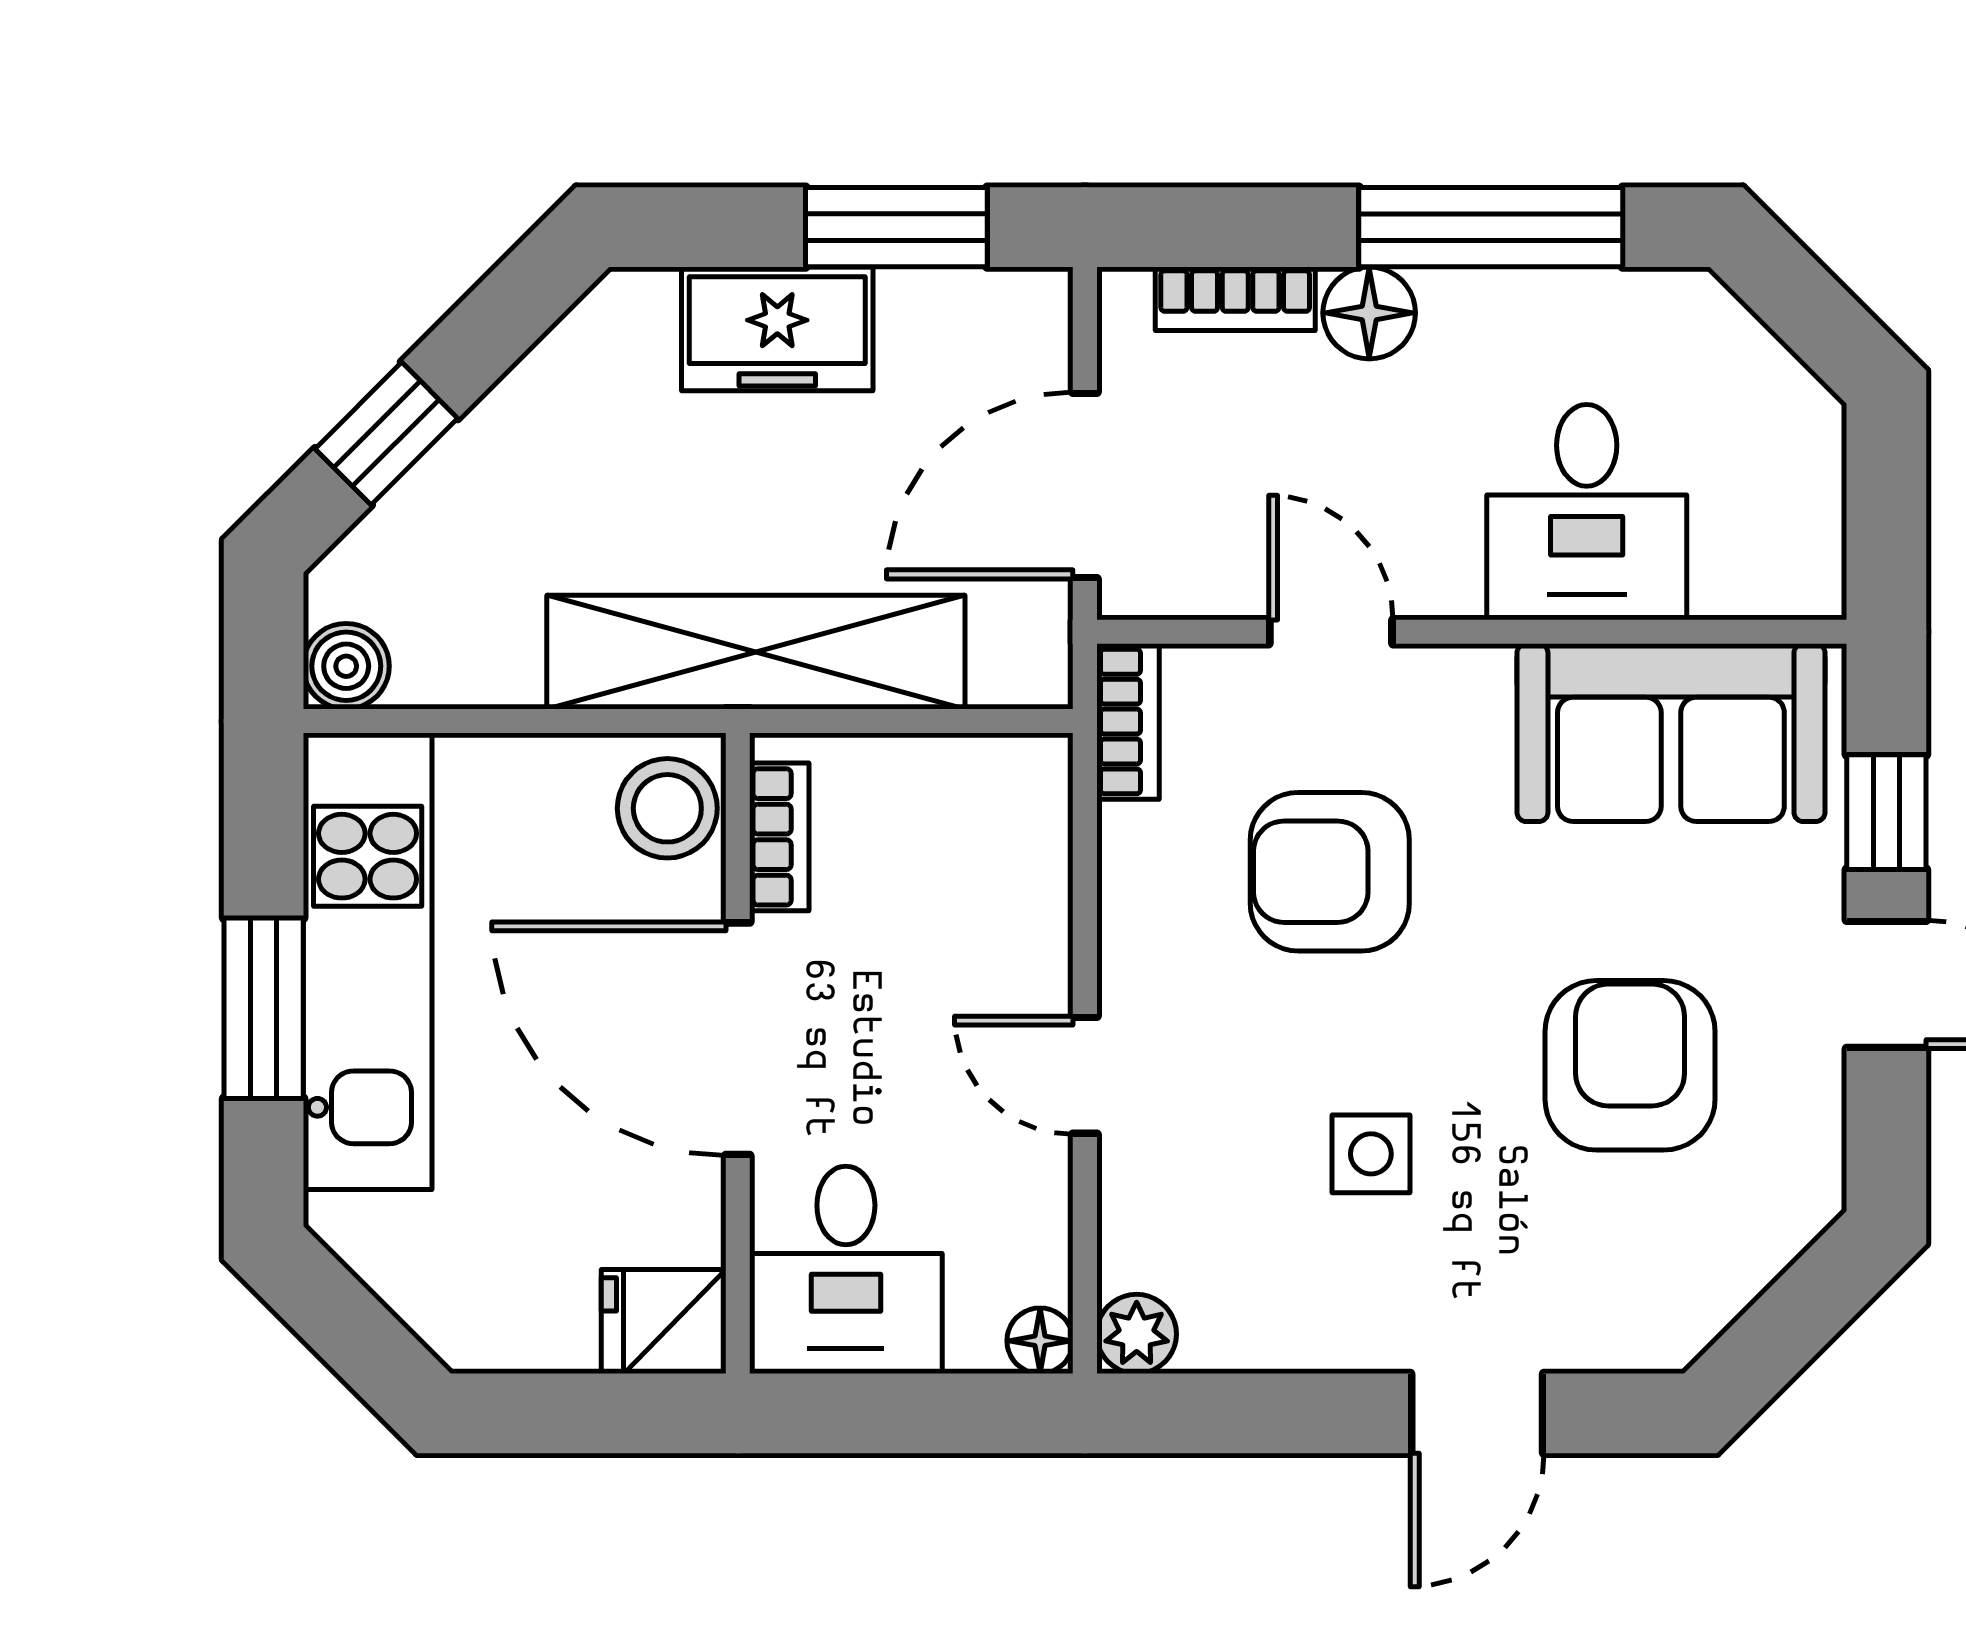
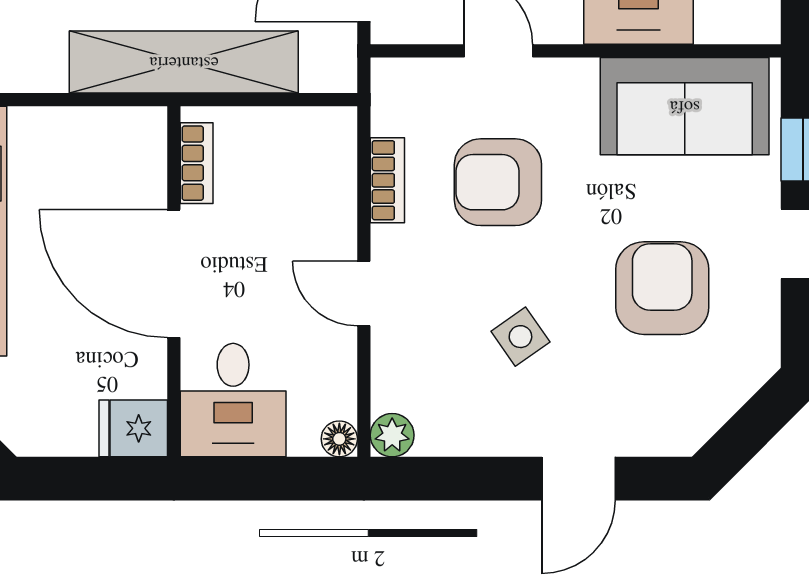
bookcase: (1128, 722) -> (387, 180), moved
stool: (667, 808) -> (135, 147), removed
side table: (1371, 1154) -> (520, 337), turned -35

